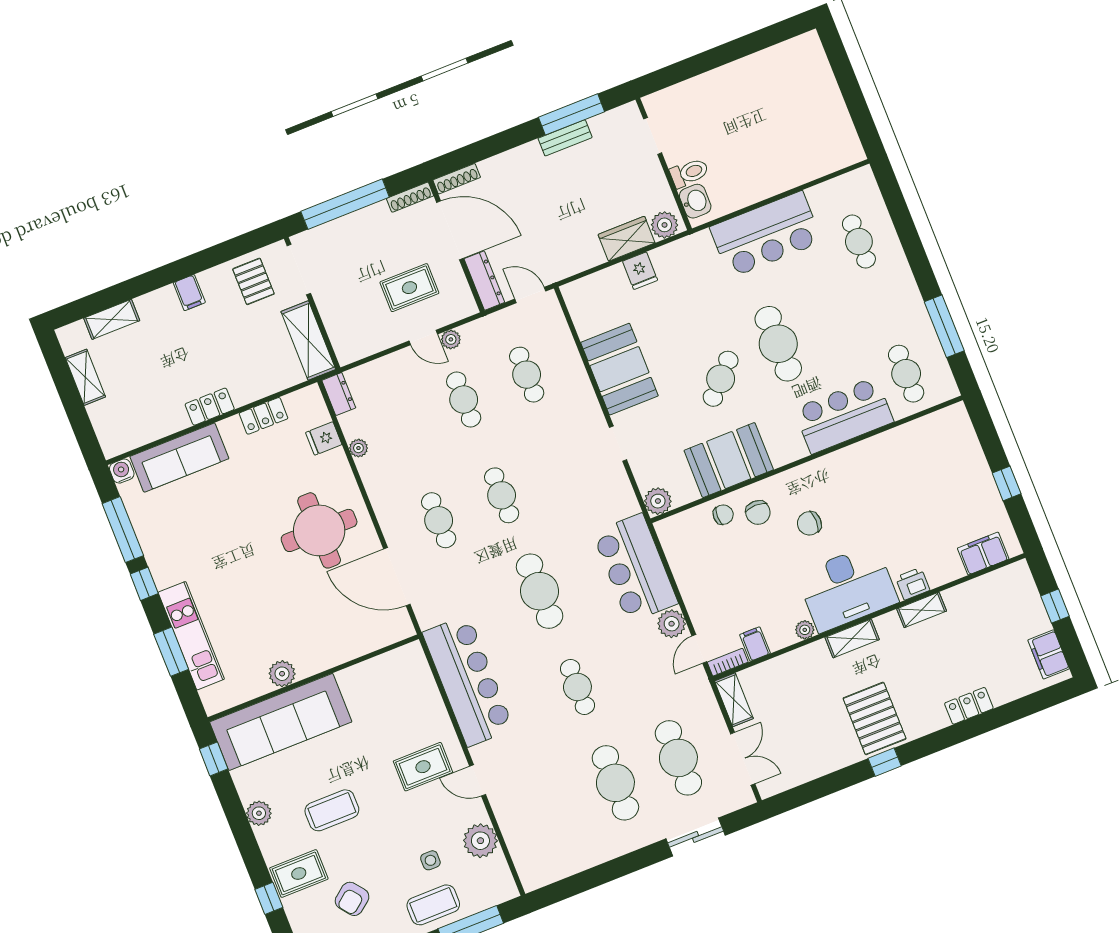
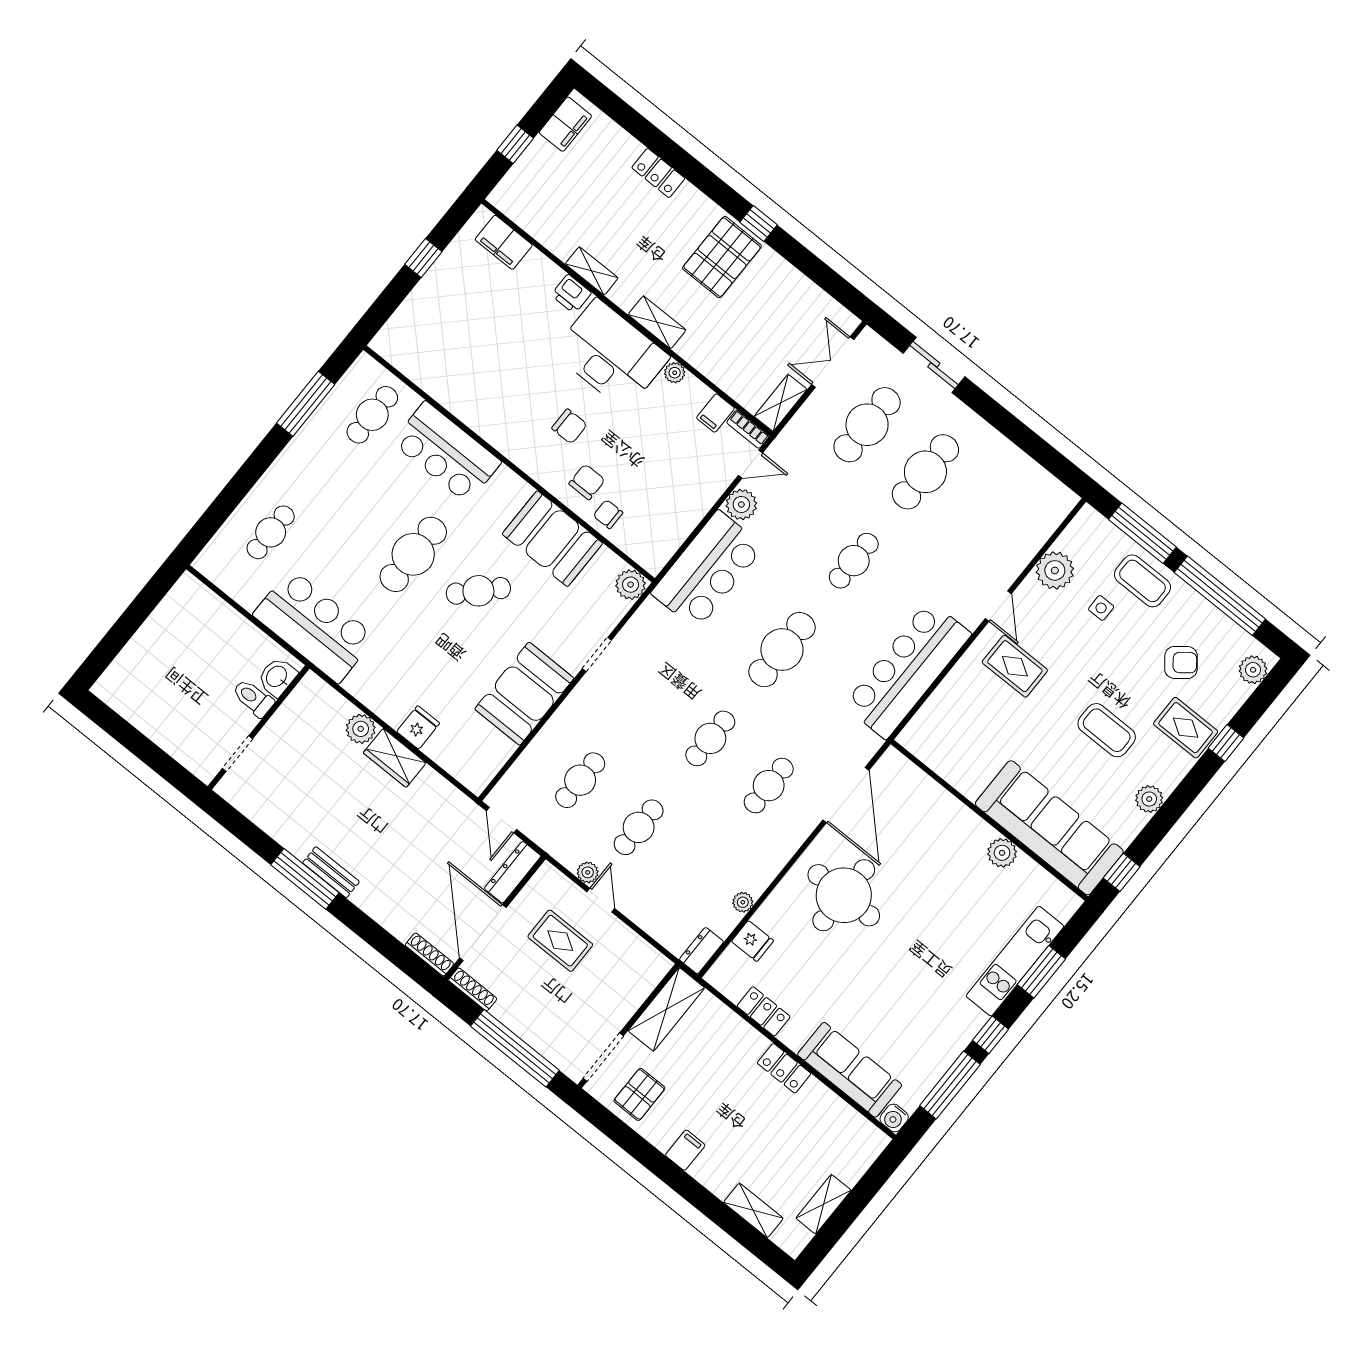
doorway: (653, 136) -> (238, 753), moved
wall: (664, 164) -> (259, 727), moved
toilet: (689, 173) -> (253, 698), moved
washbasin: (695, 201) -> (277, 677), moved

